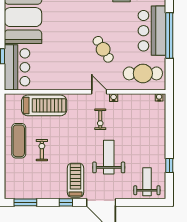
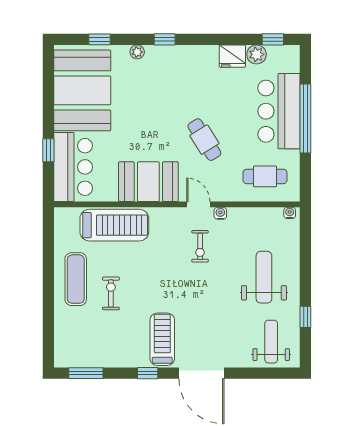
cafe table: (143, 73) -> (265, 176), width x0.73, depth x0.74
booth: (66, 77) -> (148, 182), added
weight bench: (109, 157) -> (264, 277), moved

